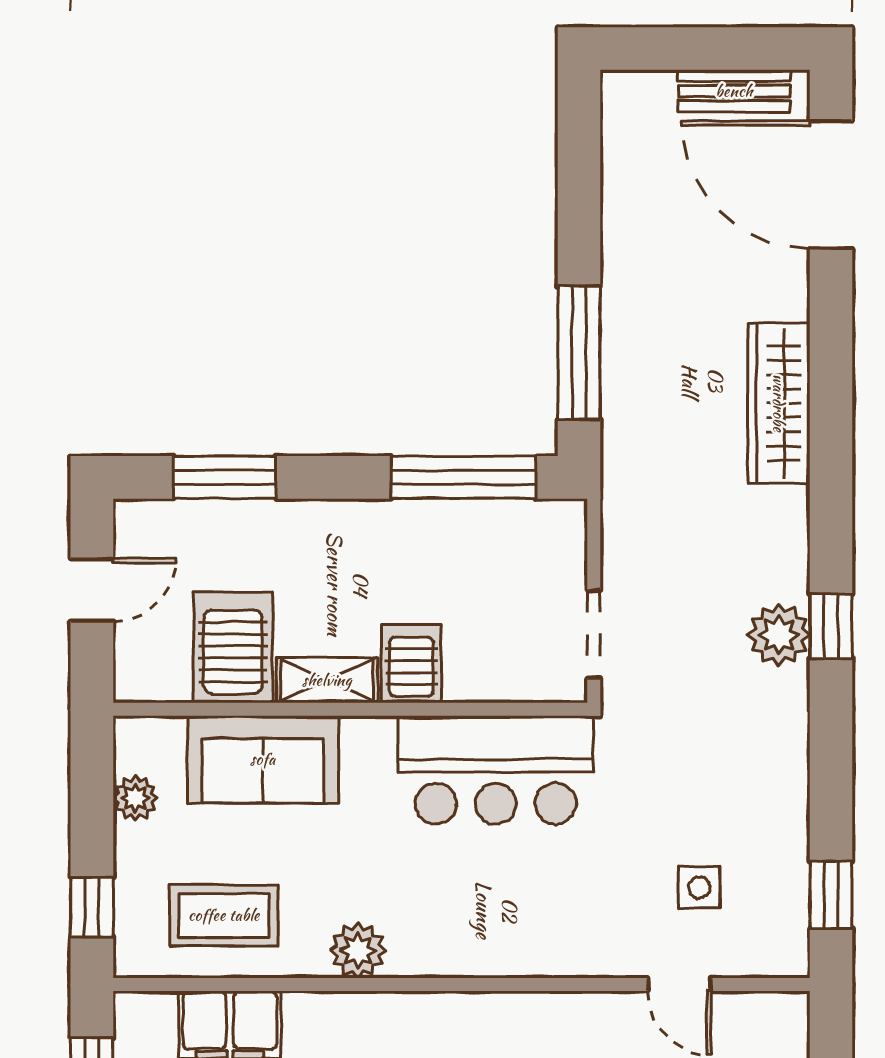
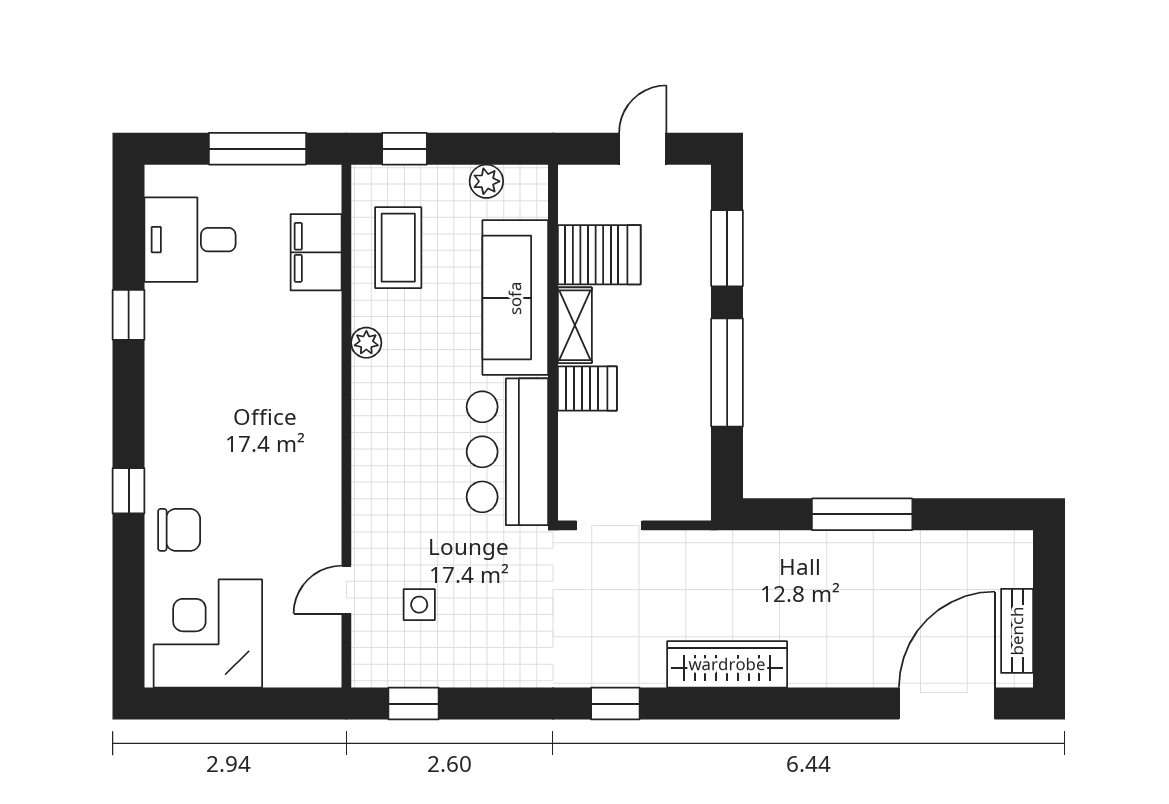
window: (579, 353) -> (862, 514), moved
wardrobe: (779, 403) -> (727, 664), moved
window: (463, 477) -> (727, 372), moved
door: (92, 590) -> (643, 149), swing flipped
plant: (779, 635) -> (609, 664), removed
sofa: (263, 759) -> (515, 298), width x1.36
plant: (358, 950) -> (366, 343), width x0.73, depth x0.73

